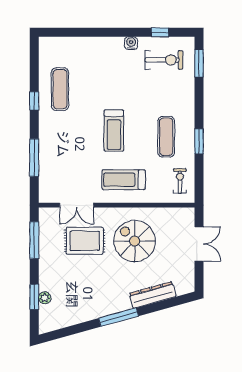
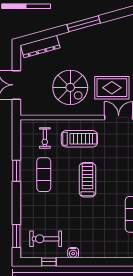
exercise bike: (180, 181) -> (45, 138), moved
dresser: (153, 295) -> (40, 47), moved

